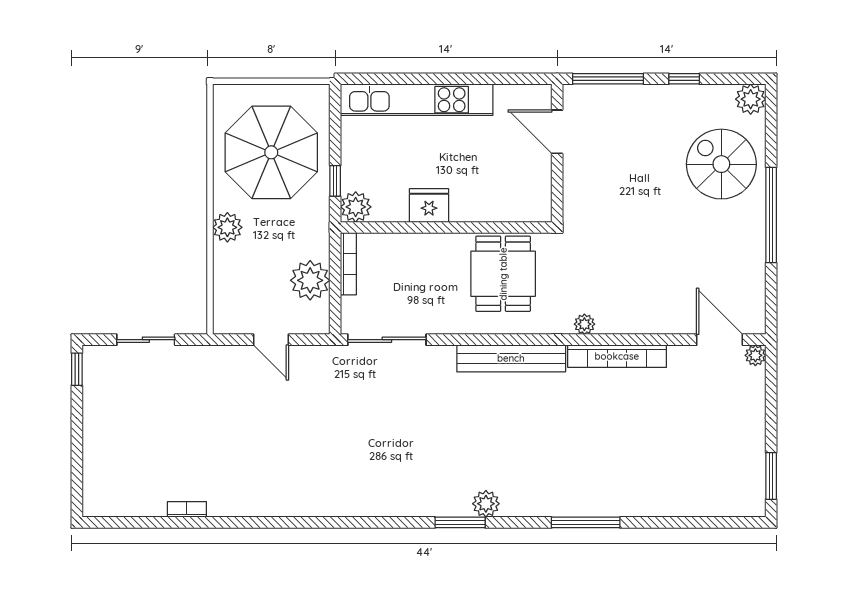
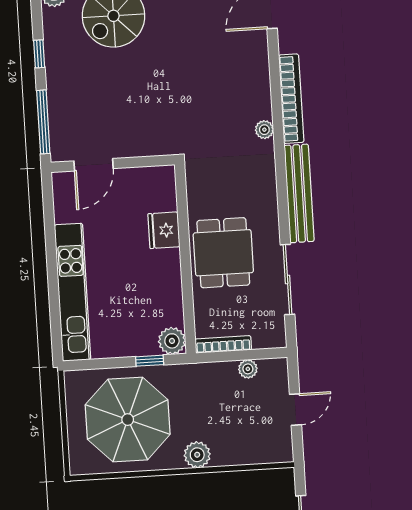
fridge: (429, 205) -> (164, 230), moved
dining table: (503, 274) -> (223, 253), moved, turned 90
plant: (310, 280) -> (248, 369), width x0.53, depth x0.53
sliding door: (387, 340) -> (287, 280), moved

